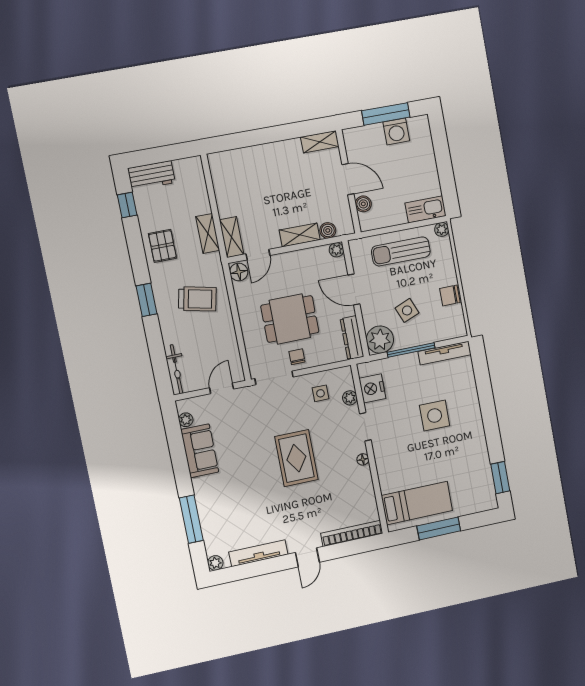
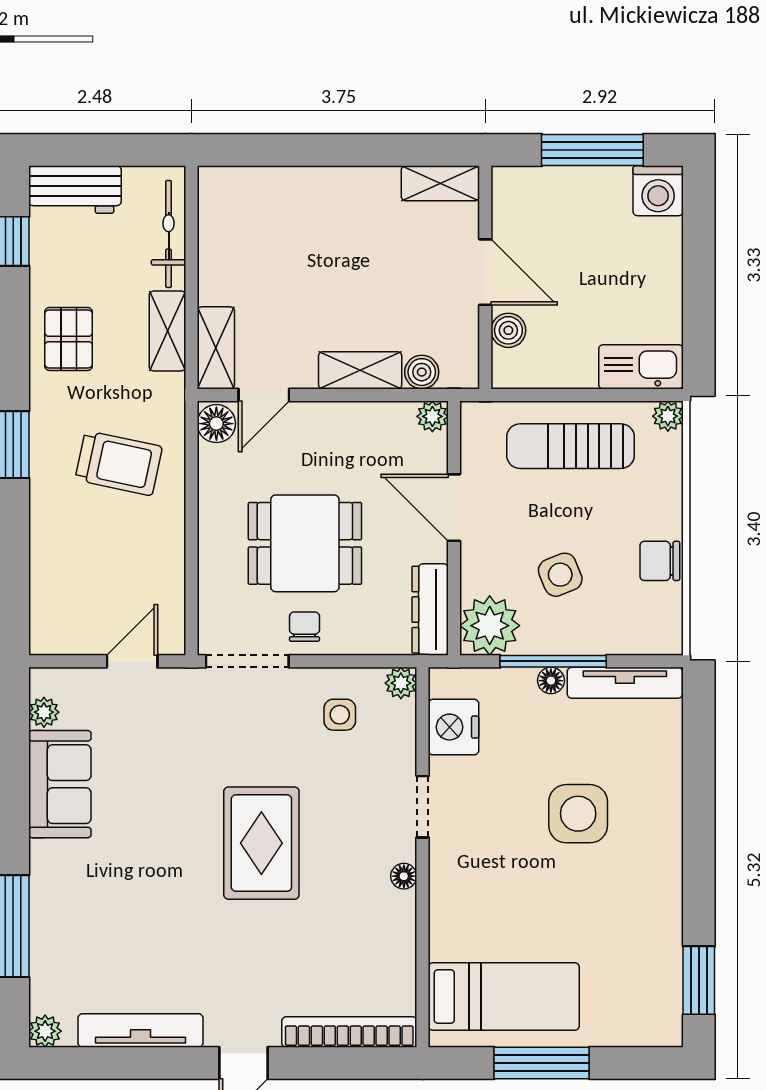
washing machine: (396, 131) -> (658, 191), moved
floor lamp: (412, 359) -> (551, 681), added
bicycle: (176, 369) -> (169, 234), moved, turned 180
plant: (350, 398) -> (401, 683), moved

